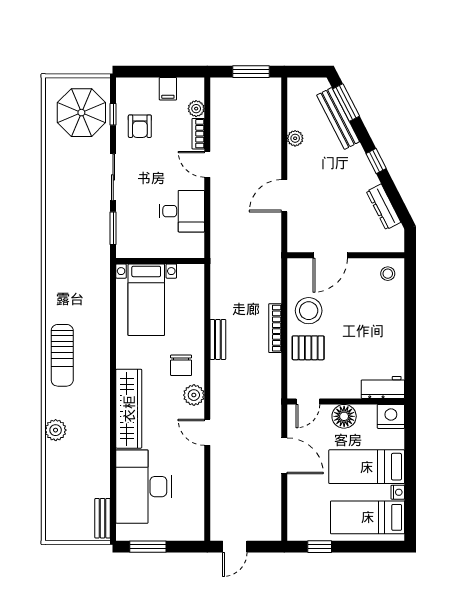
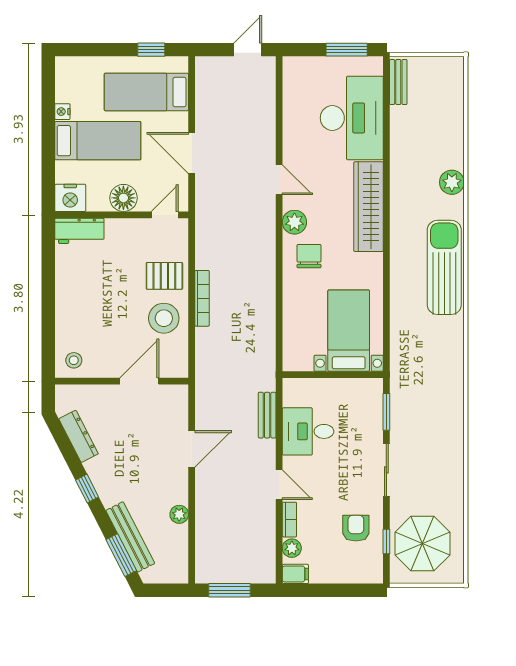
filing cabinet: (168, 89) -> (295, 574), moved, turned 90
bench: (218, 339) -> (267, 415), moved
sun lounger: (62, 355) -> (444, 267), width x1.36, depth x1.34
bed: (368, 517) -> (146, 92), moved, turned 180

